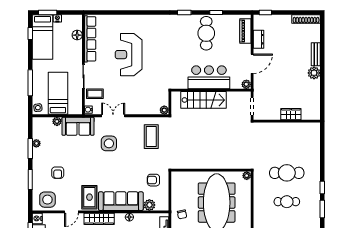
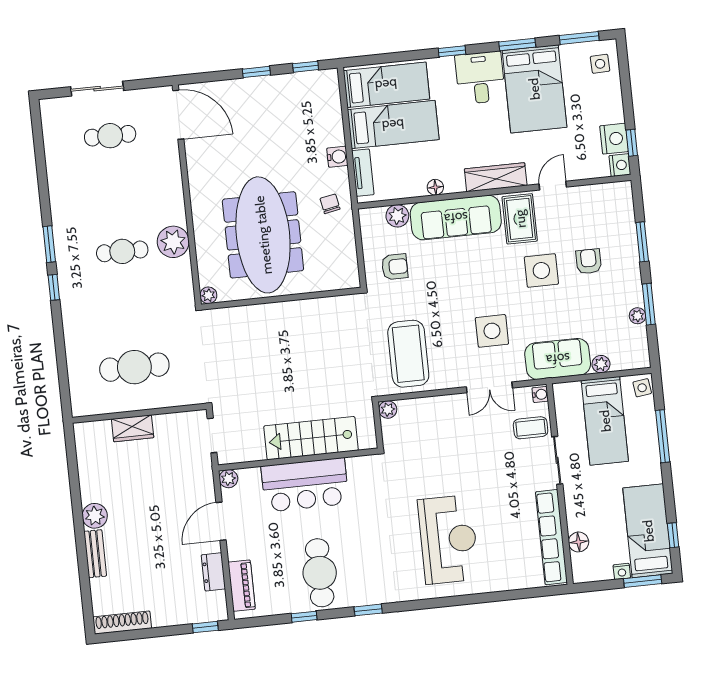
reception desk: (129, 55) -> (448, 540), moved
coffee table: (151, 137) -> (408, 354), width x1.36, depth x1.32
cafe table: (287, 173) -> (134, 367), moved
side table: (47, 200) -> (541, 271), moved
plant: (261, 204) -> (173, 242), added

